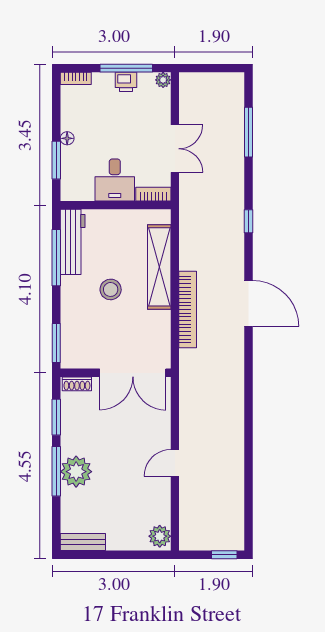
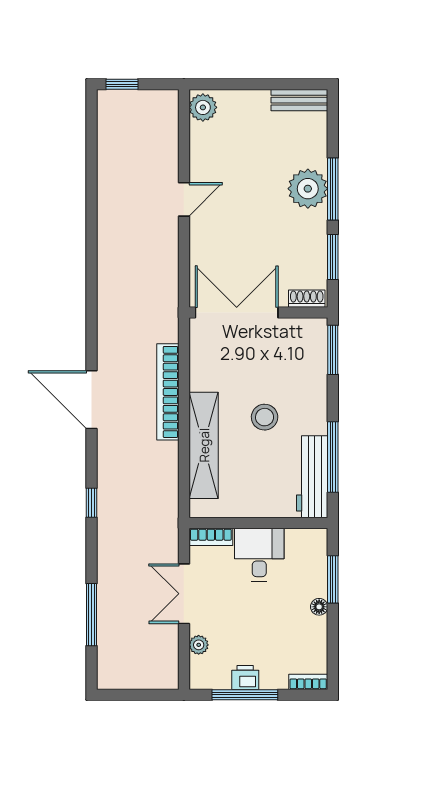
plant: (163, 80) -> (199, 645), moved

